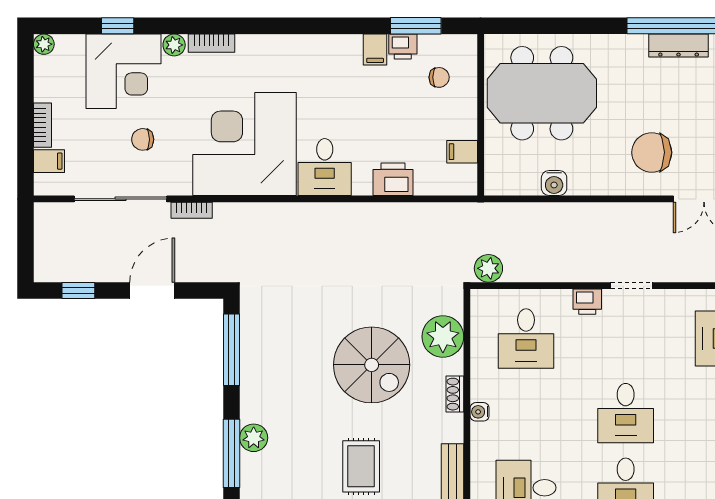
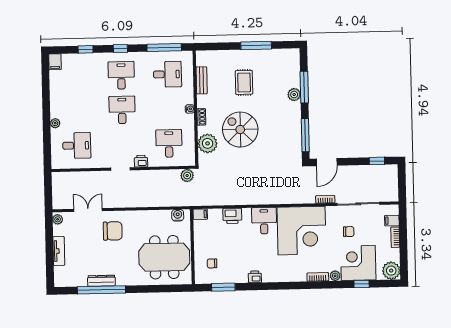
plant: (44, 44) -> (391, 271), width x1.87, depth x1.87
printer: (403, 47) -> (255, 277), moved
filing cabinet: (375, 49) -> (242, 276), removed
filing cabinet: (462, 152) -> (200, 214), moved
water cooler: (554, 183) -> (178, 215), moved
door: (152, 290) -> (327, 162), moved

